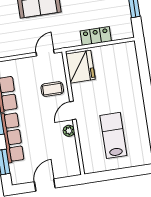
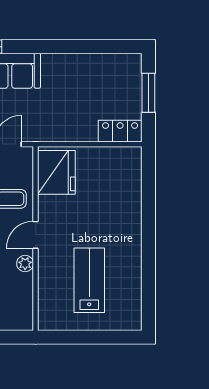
locker: (96, 36) -> (120, 131), moved

